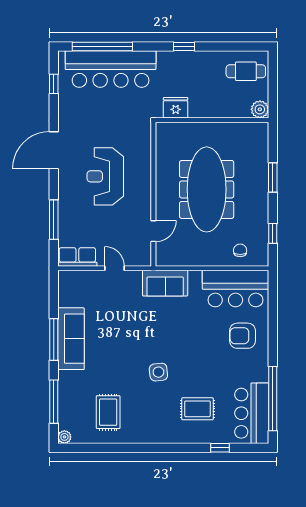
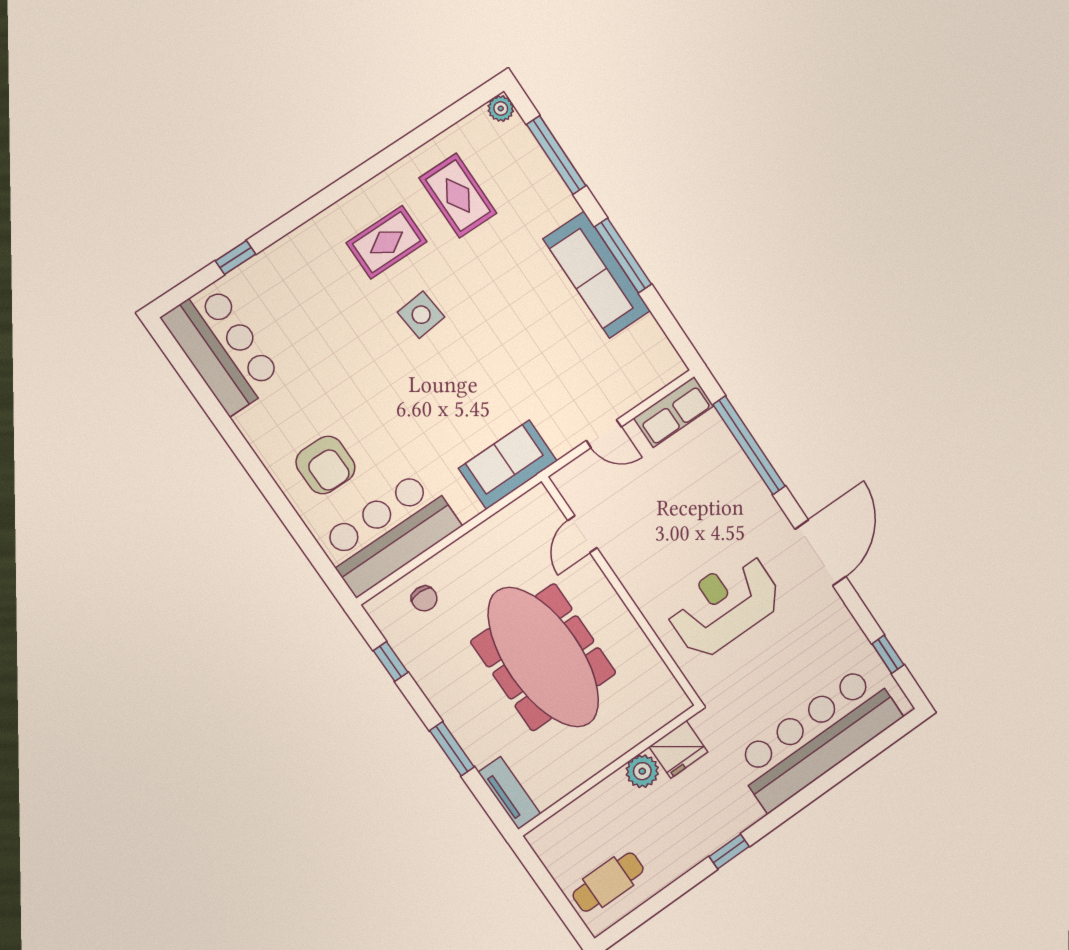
window: (102, 46) -> (853, 763), removed
plant: (260, 109) -> (642, 771), moved
tv unit: (261, 141) -> (509, 793), added
reception desk: (105, 176) -> (724, 605), moved, turned -90
window: (54, 220) -> (749, 445), width x1.46
armchair: (243, 336) -> (325, 465), turned 90
window: (273, 399) -> (204, 396), removed
rug: (197, 409) -> (387, 242), moved

